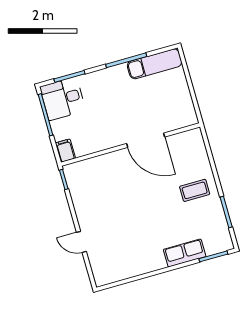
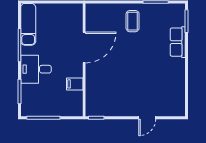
desk: (63, 99) -> (36, 69), moved, turned 90
filing cabinet: (65, 151) -> (75, 84), moved

